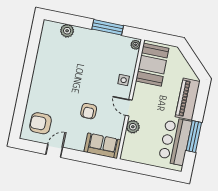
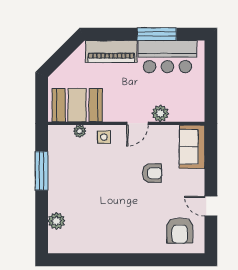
plant: (136, 45) -> (80, 131), moved

